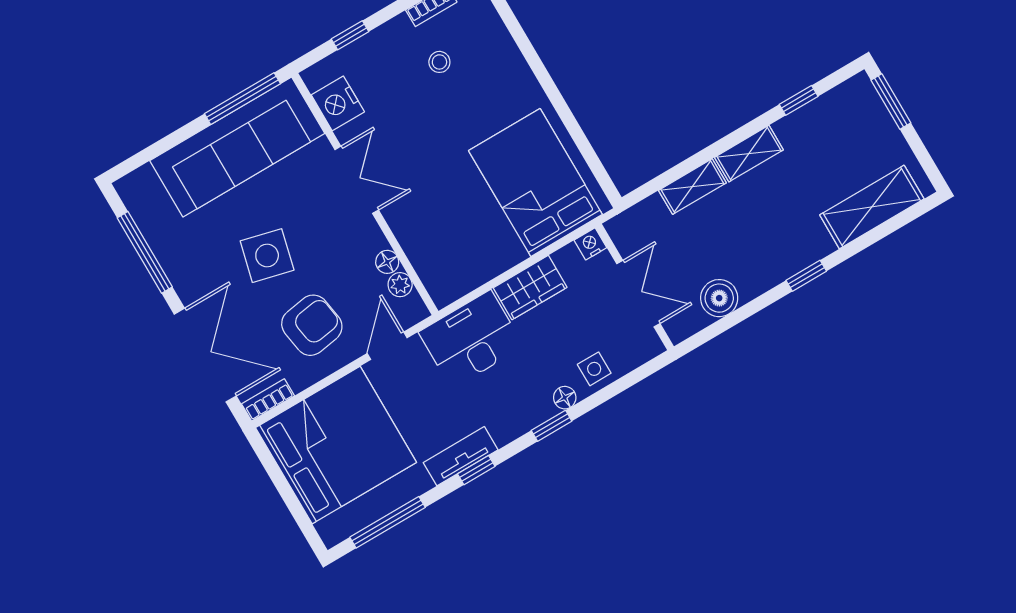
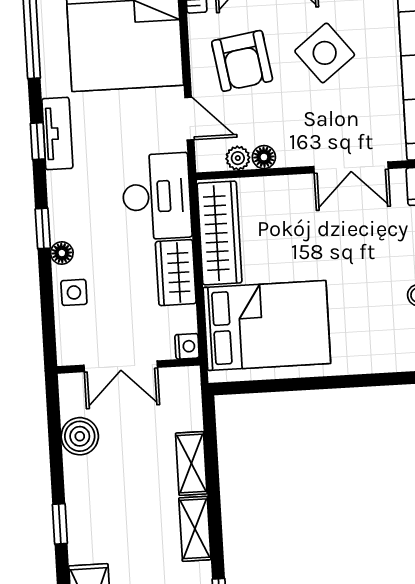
side table: (267, 256) -> (325, 53), turned 38
wardrobe: (475, 267) -> (220, 233), added

